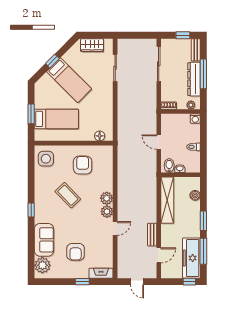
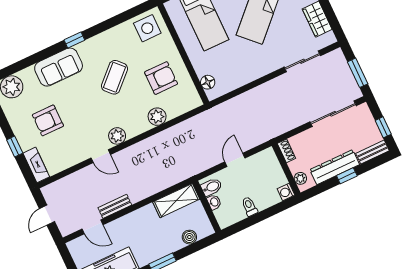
window: (140, 35) -> (358, 73), added
window: (203, 74) -> (347, 176), width x0.46
plant: (107, 198) -> (157, 117), moved
shelving: (167, 200) -> (176, 201), width x0.68
sofa: (44, 240) -> (59, 67), moved

